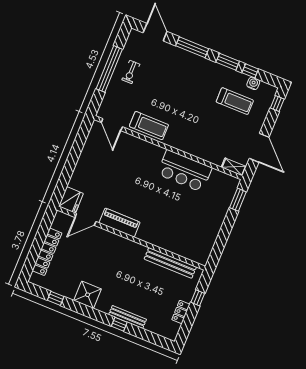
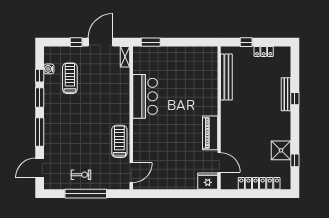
window: (277, 103) -> (76, 42), moved
shower: (88, 295) -> (281, 150), moved

